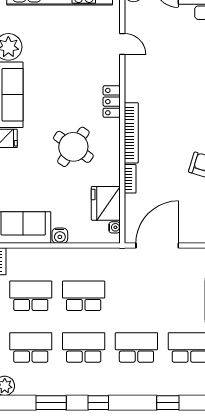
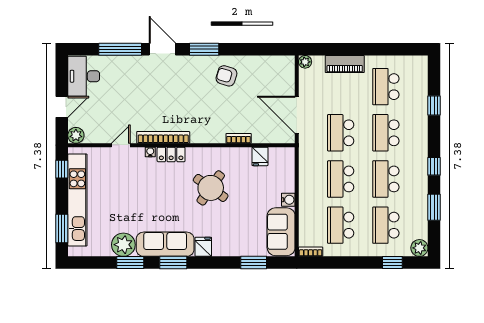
bookcase: (131, 133) -> (163, 137), moved
fridge: (106, 203) -> (260, 156), width x0.53, depth x0.75
water cooler: (114, 227) -> (150, 152), moved
school desk: (136, 296) -> (341, 133), added

